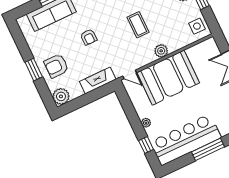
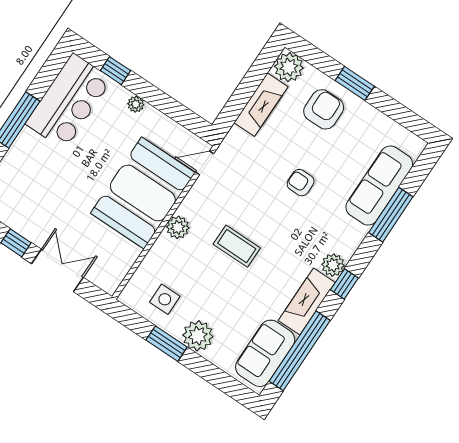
side table: (197, 26) -> (165, 299), moved
fireplace: (98, 80) -> (261, 105), moved
bar counter: (186, 140) -> (69, 101), width x0.73

